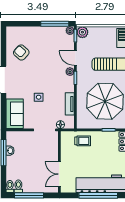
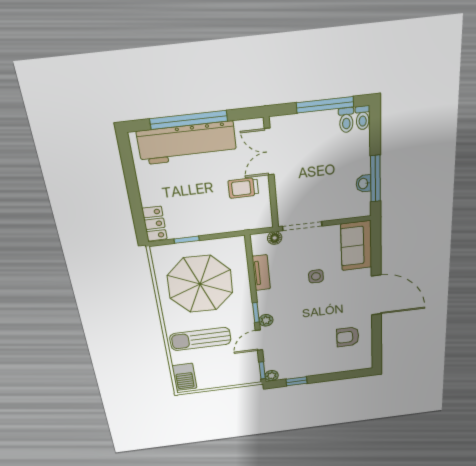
window: (55, 24) -> (296, 381), width x0.46
plant: (82, 32) -> (251, 376), removed
armchair: (21, 53) -> (348, 337), turned 138
door: (75, 58) -> (259, 340), swing flipped
trolley: (83, 141) -> (243, 188), moved
double door: (59, 174) -> (269, 152), swing flipped

